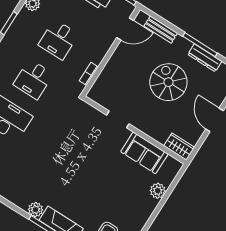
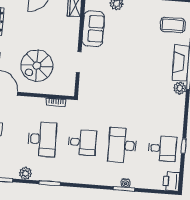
desk: (58, 40) -> (42, 139), width x1.37
spiral stairs: (168, 82) -> (37, 66), moved

